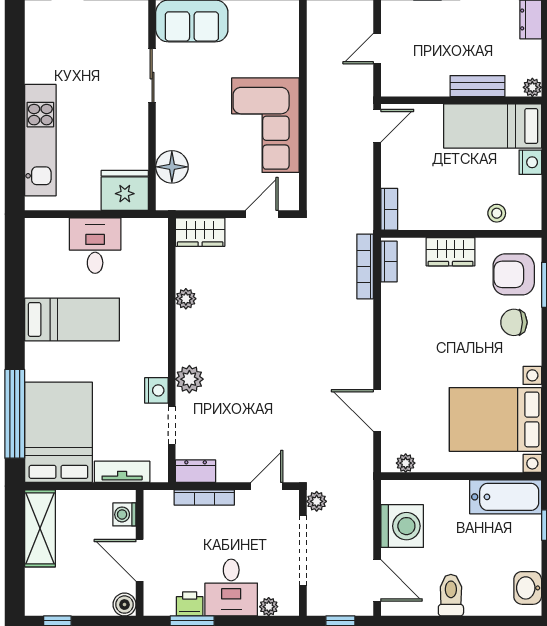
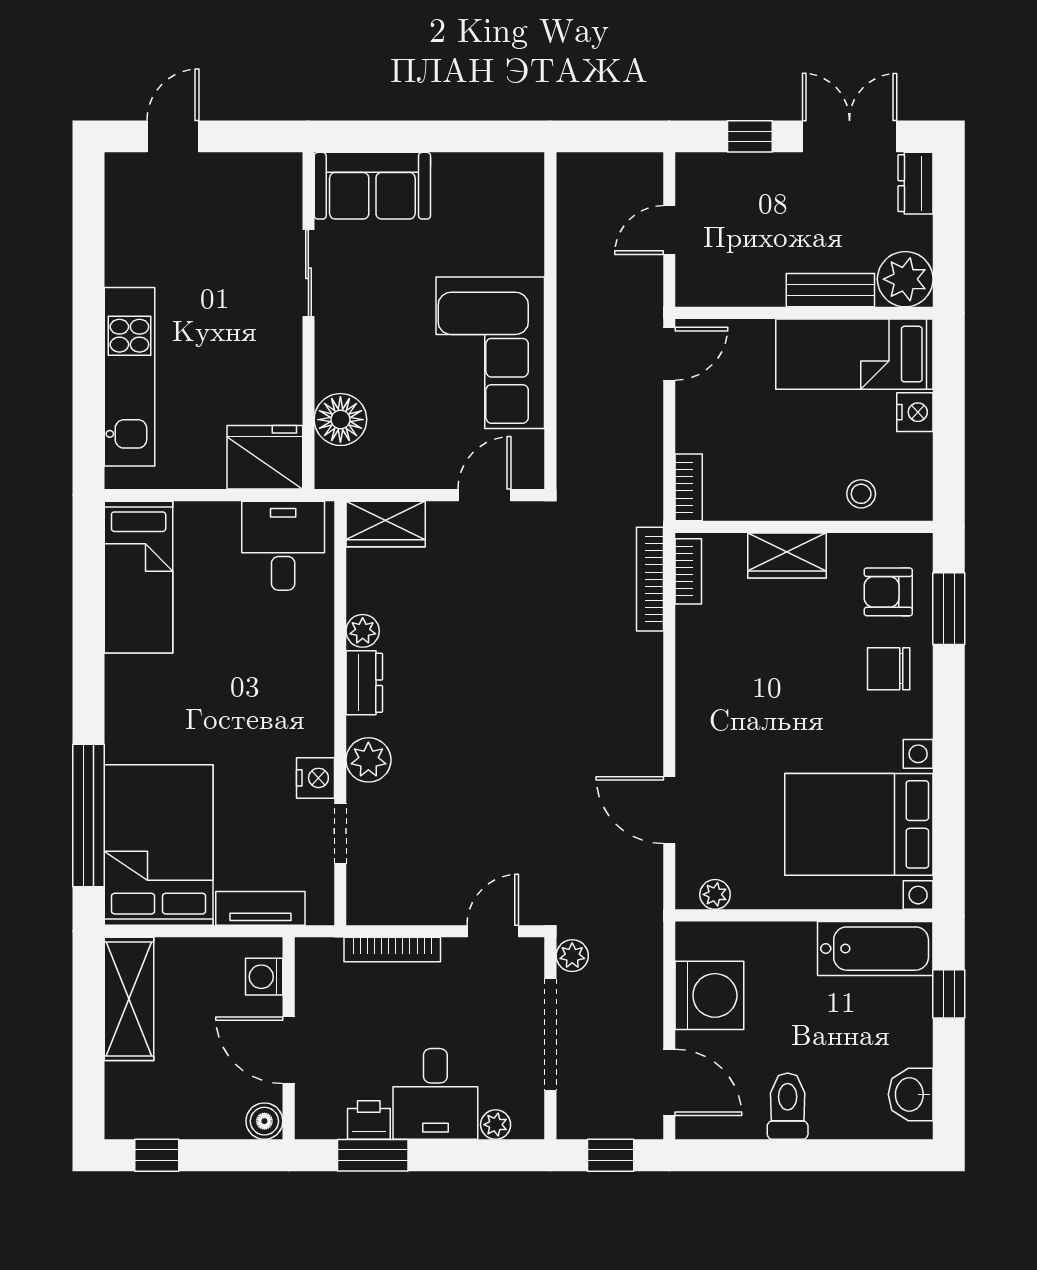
plant: (532, 87) -> (905, 279), width x1.87, depth x1.87
desk: (95, 246) -> (283, 546), moved
armchair: (514, 274) -> (888, 592), width x0.72, depth x0.72
bed: (72, 319) -> (139, 577), moved, turned 90
dresser: (196, 471) -> (364, 683), moved, turned 90

